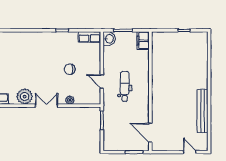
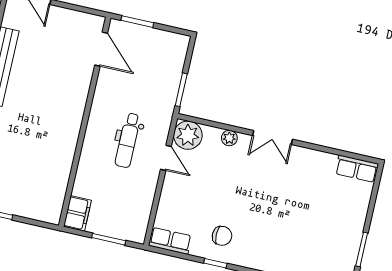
washbasin: (109, 39) -> (136, 230), removed
chair: (70, 69) -> (222, 236), moved
plant: (25, 97) -> (188, 135), moved

